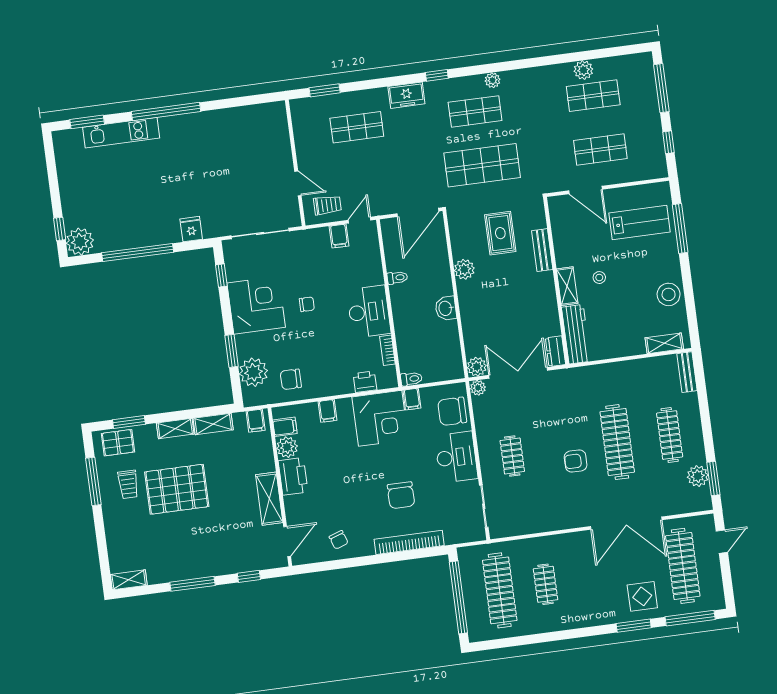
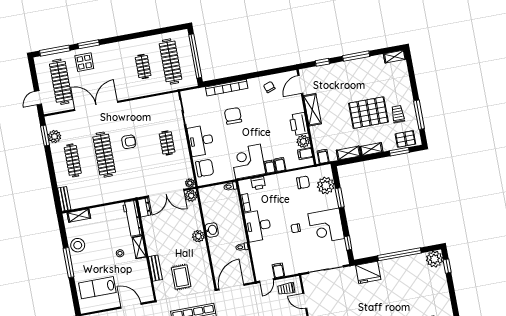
fridge: (191, 229) -> (368, 272), width x1.88, depth x1.34
window: (680, 229) -> (69, 263), moved
plant: (464, 269) -> (198, 236), moved
filing cabinet: (412, 399) -> (270, 167), moved

